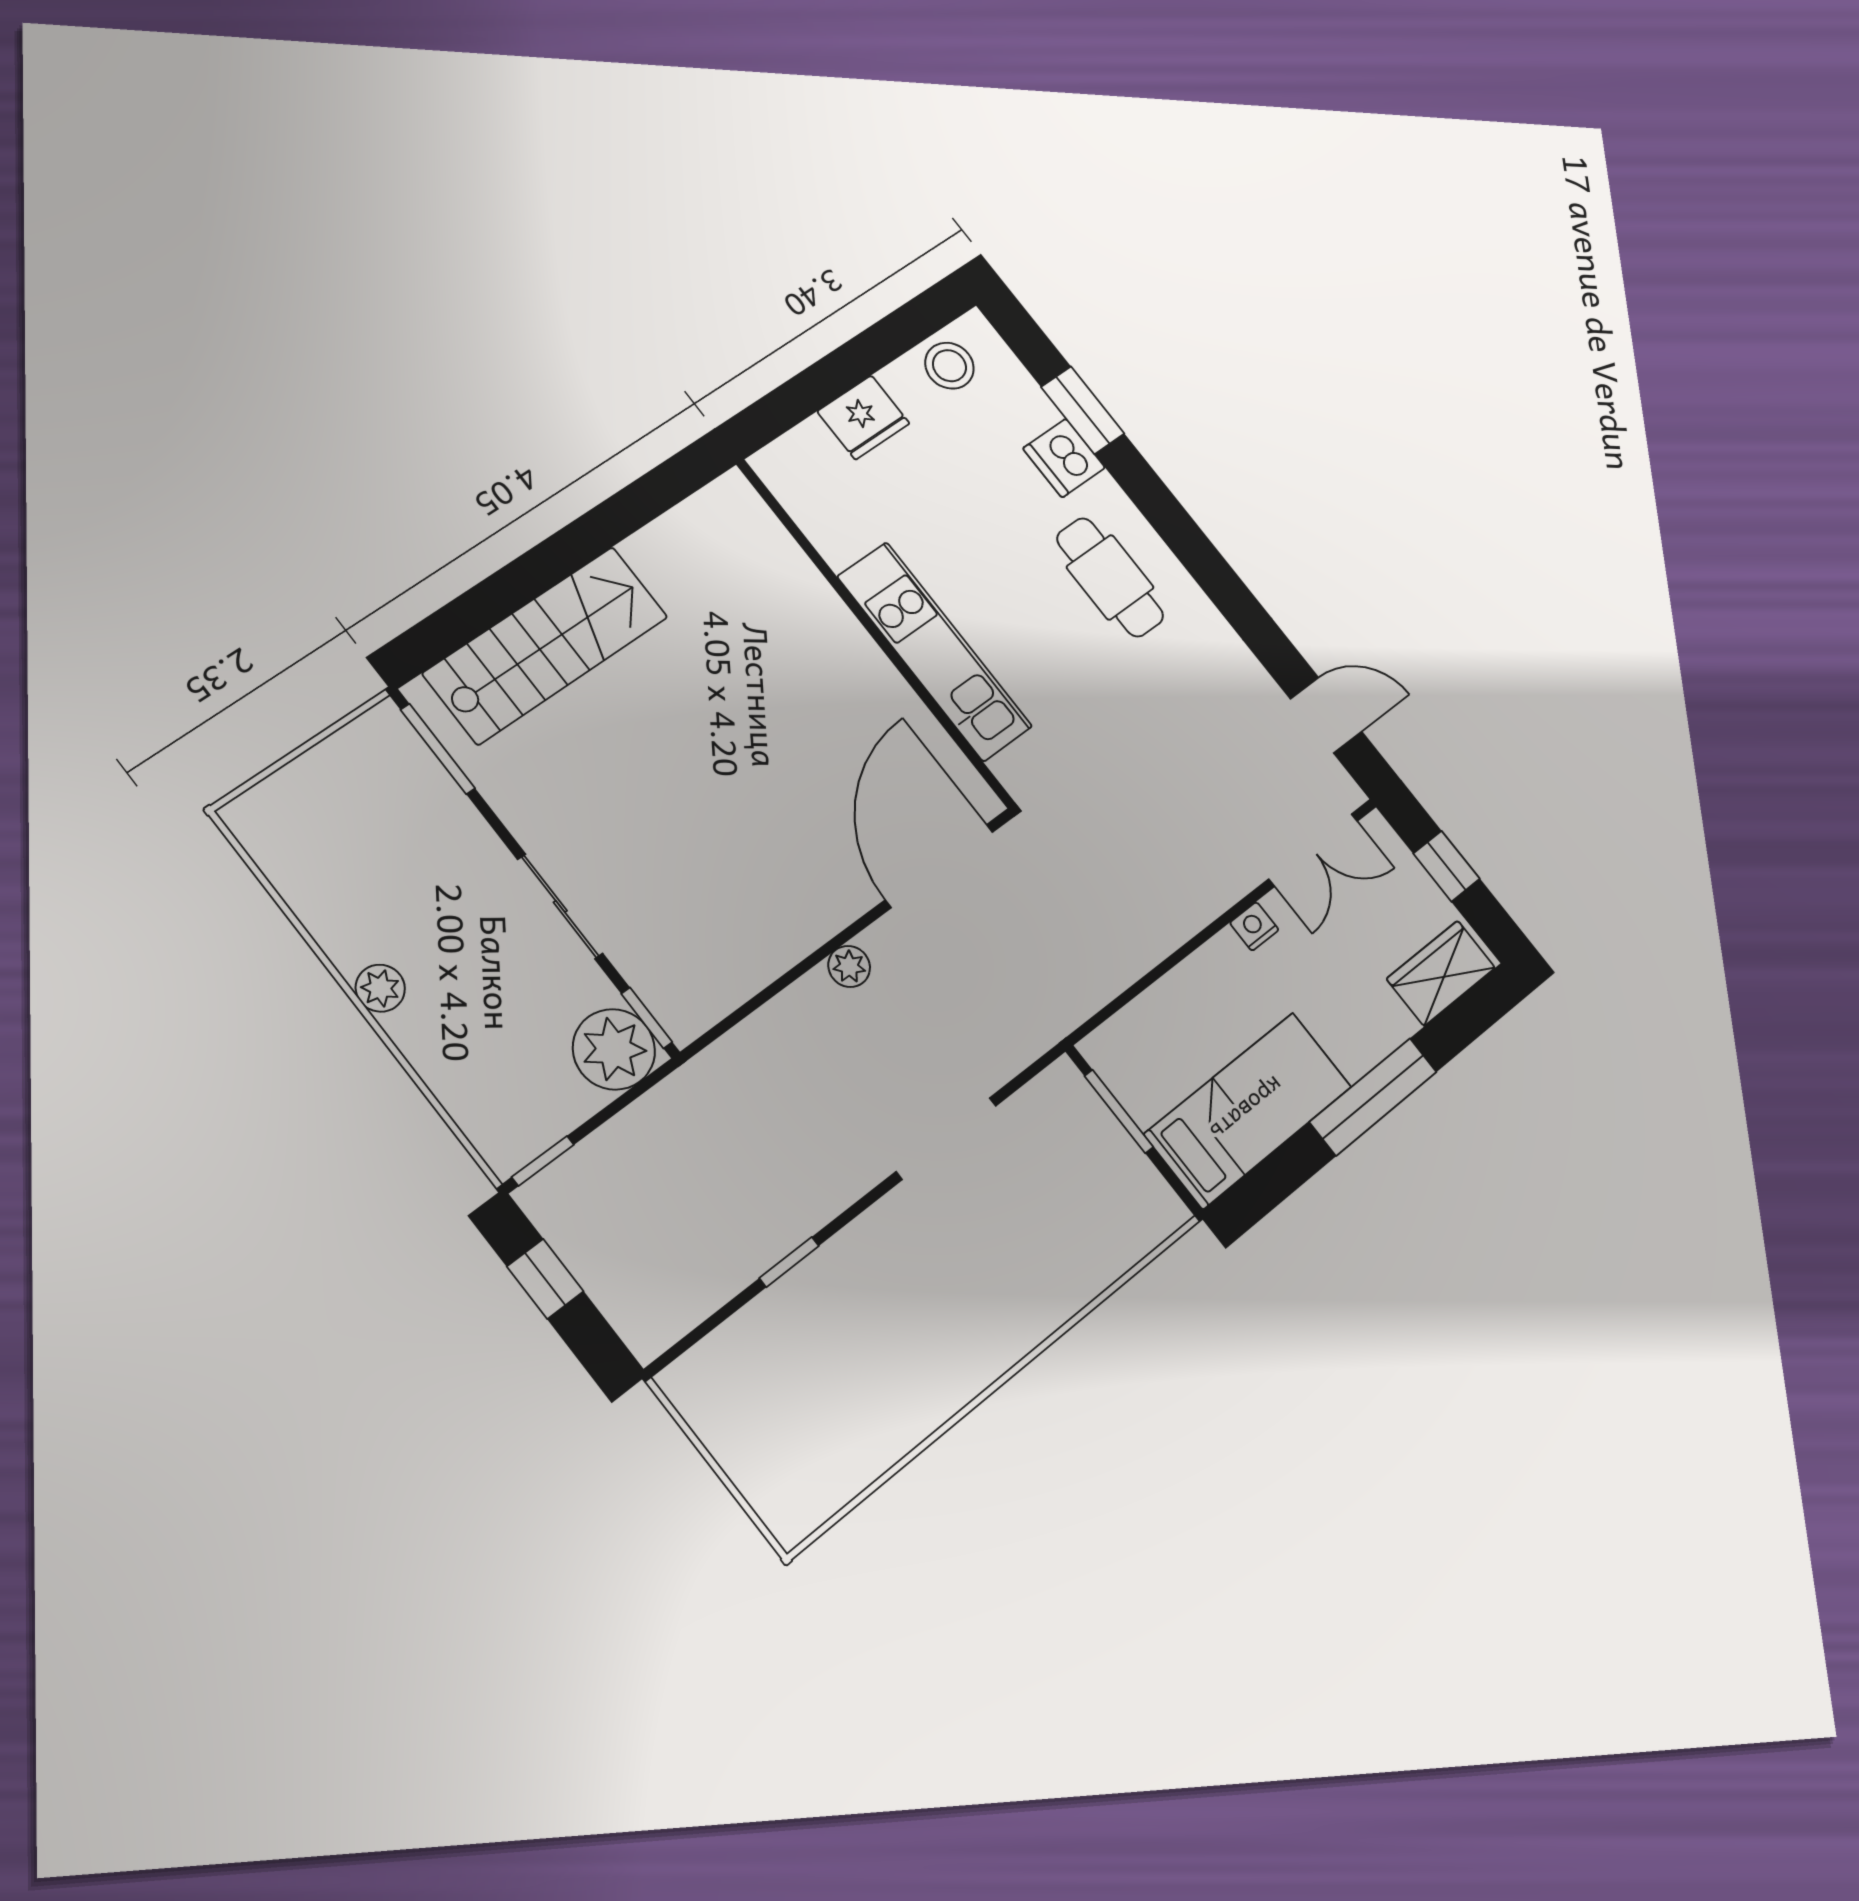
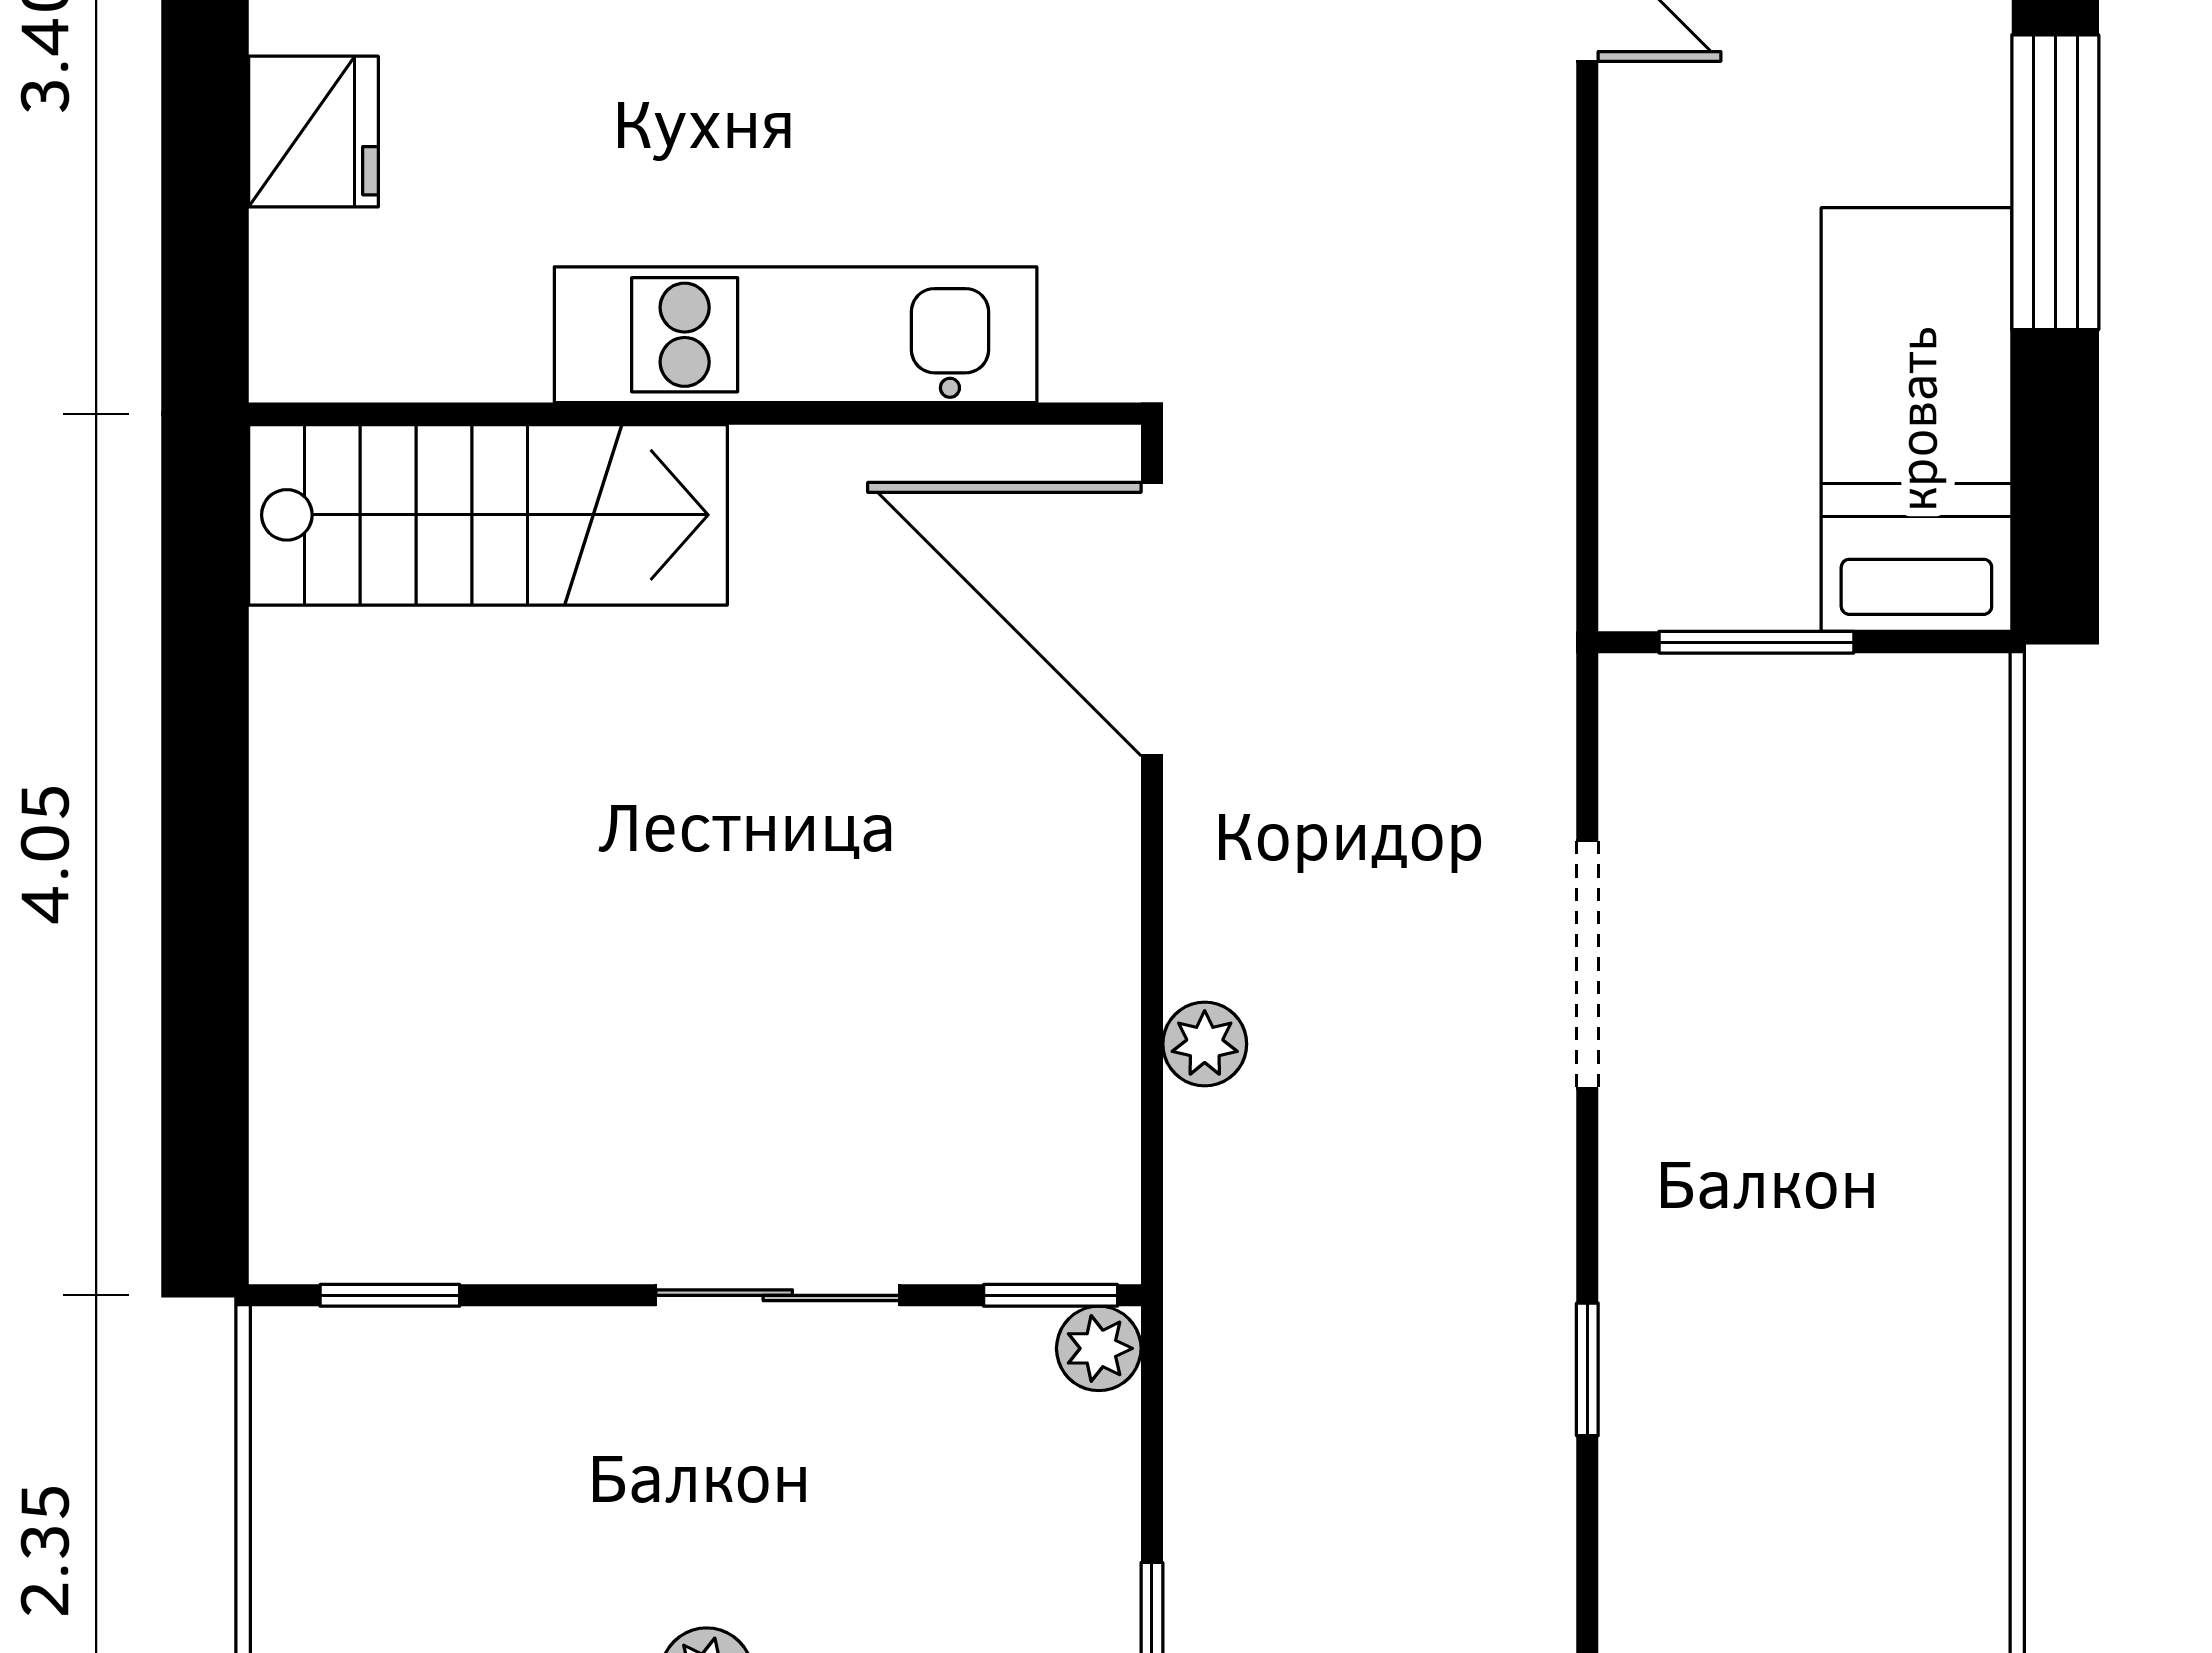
stairs: (546, 645) -> (488, 515), moved, turned 90
window: (438, 749) -> (390, 1295), width x0.67
nightstand: (1254, 926) -> (1635, 154), removed
plant: (849, 966) -> (1205, 1044), moved
plant: (614, 1049) -> (1099, 1348), width x0.53, depth x0.53

